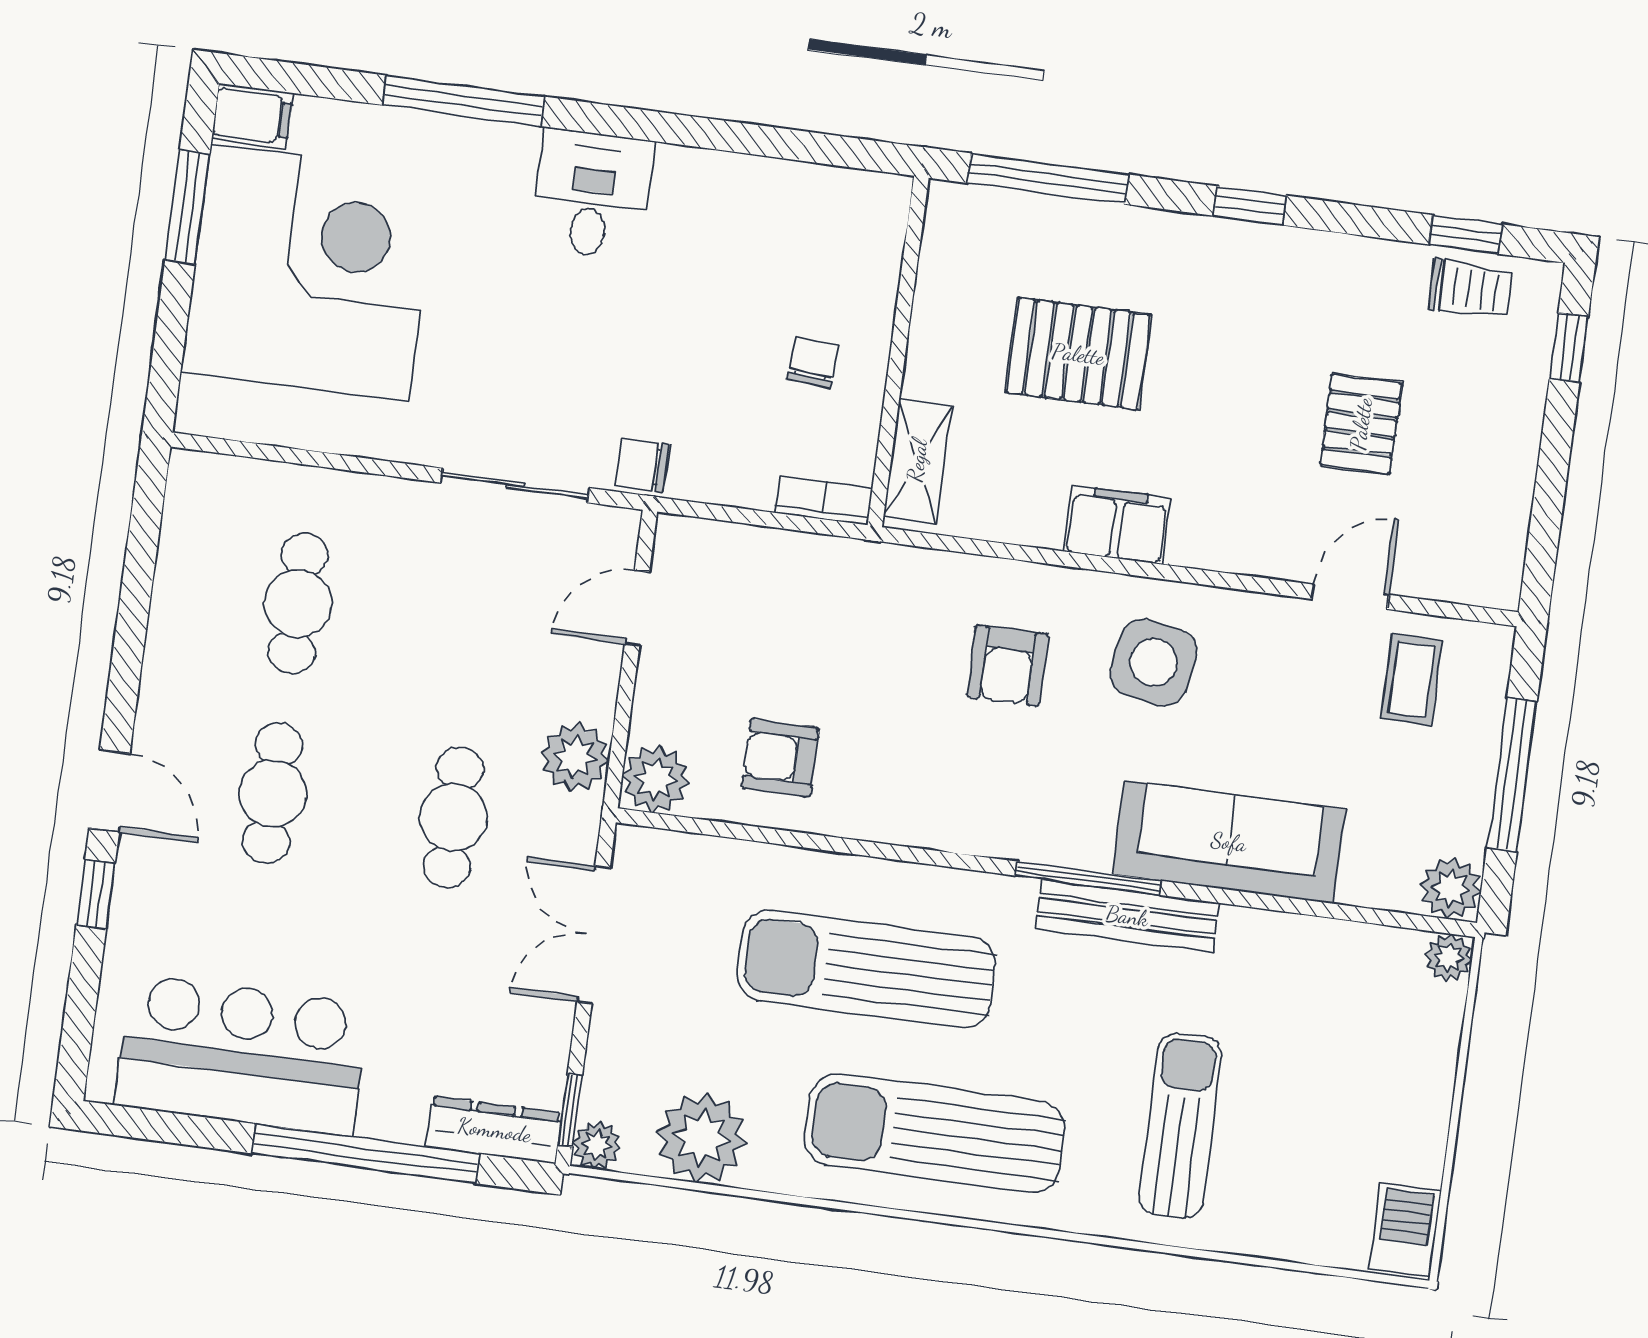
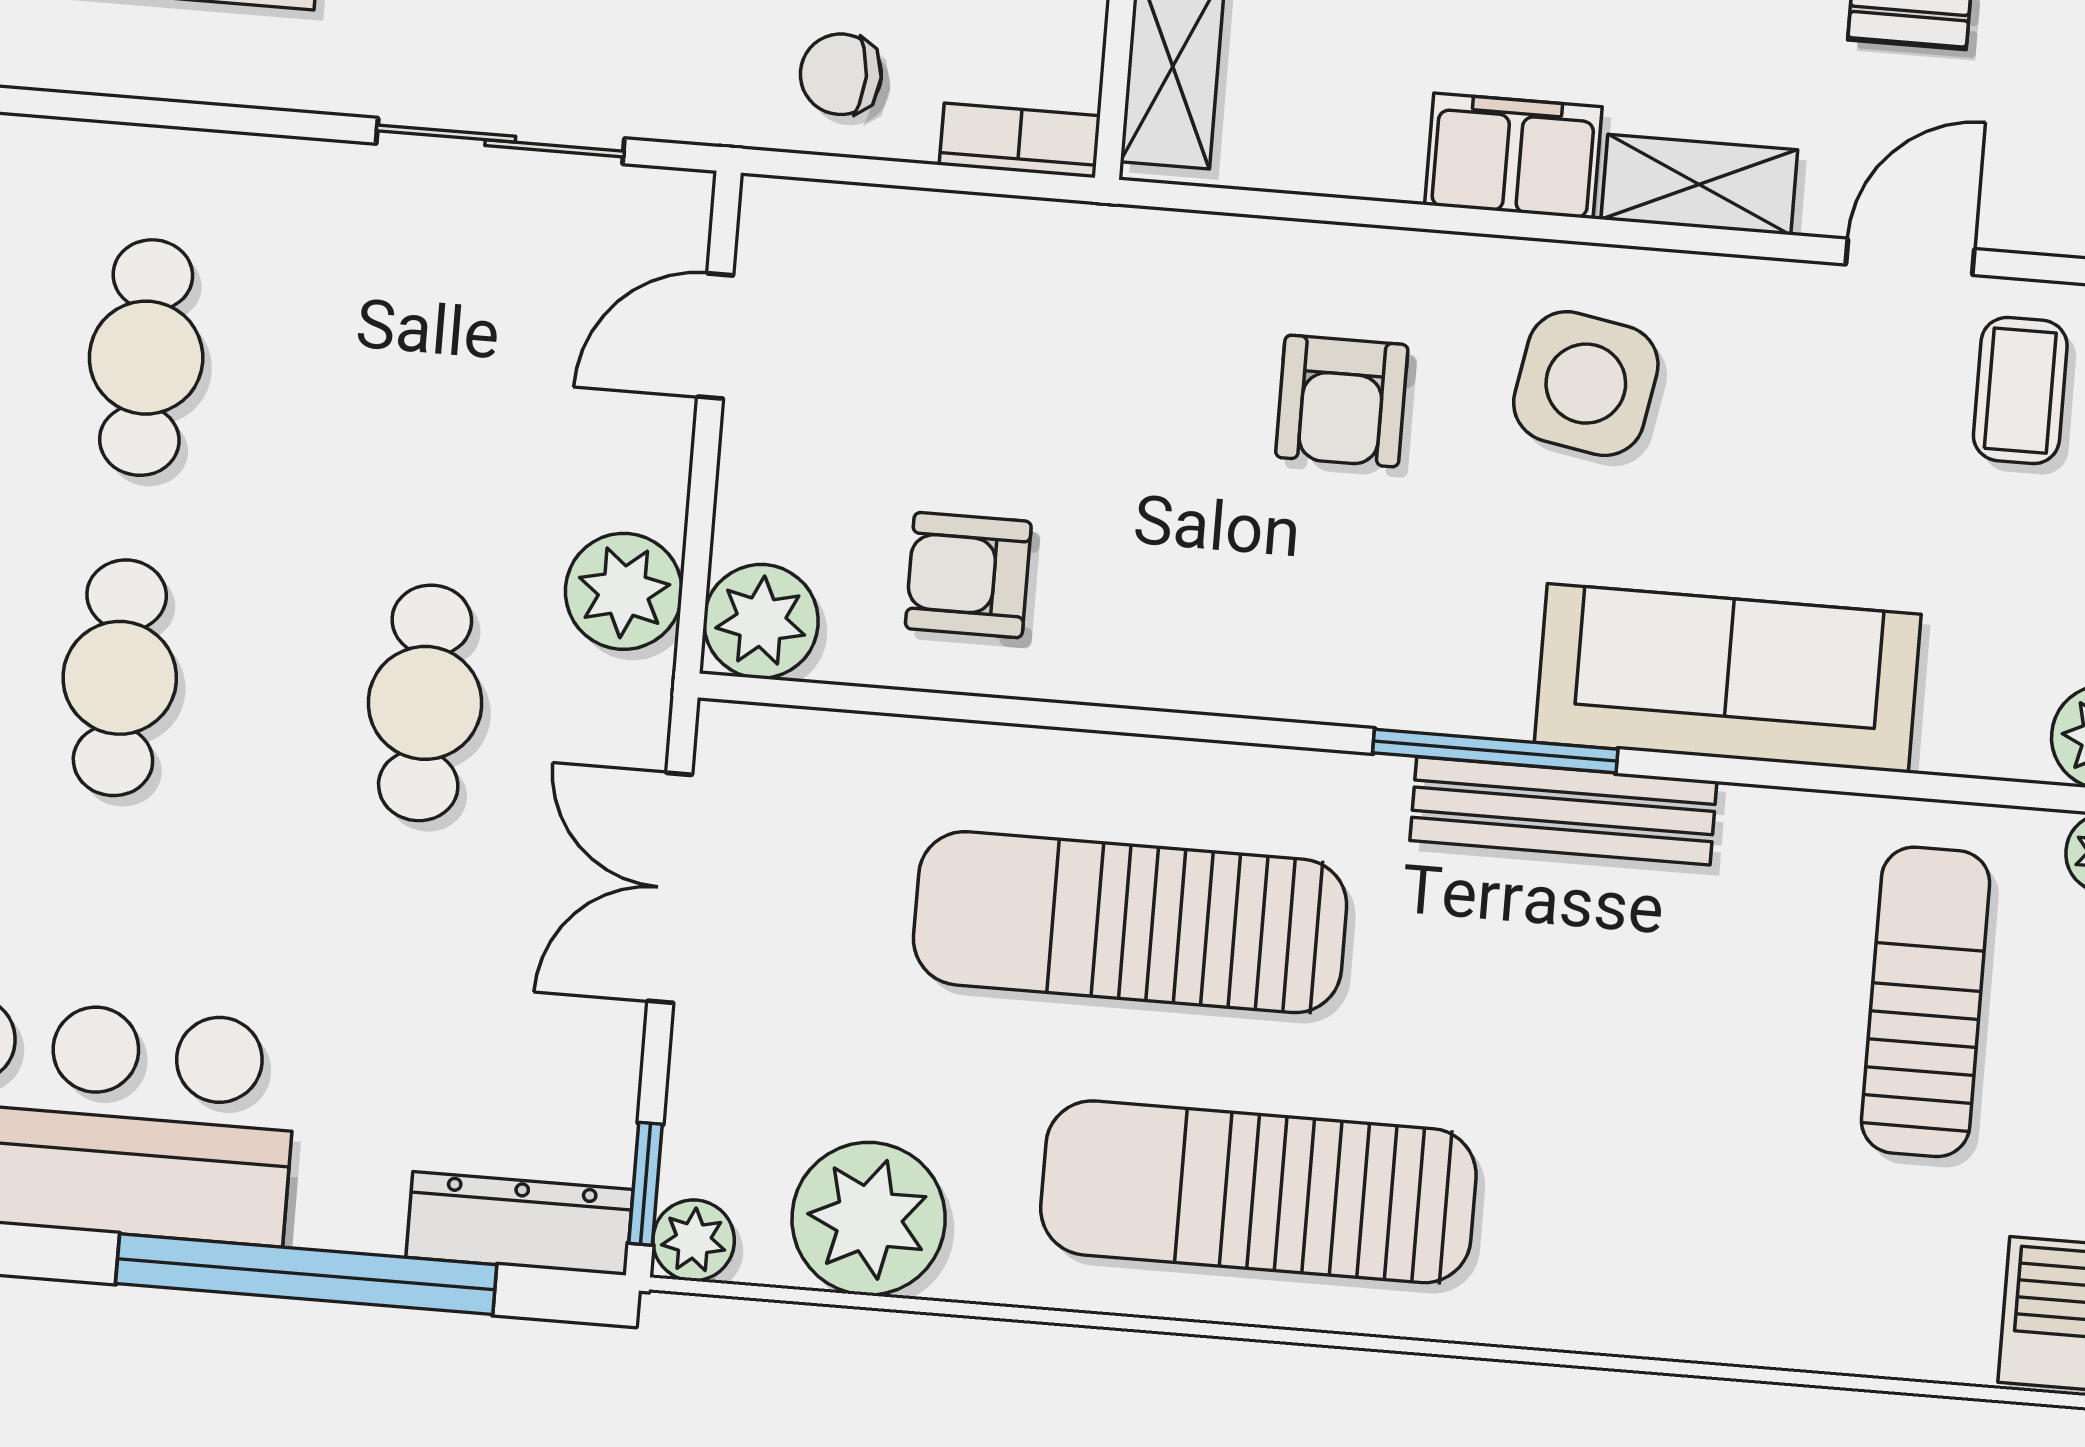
chair: (643, 465) -> (841, 74), moved
shelving: (1227, 547) -> (1699, 185), added
sun lounger: (1180, 1126) -> (1926, 1002), moved

